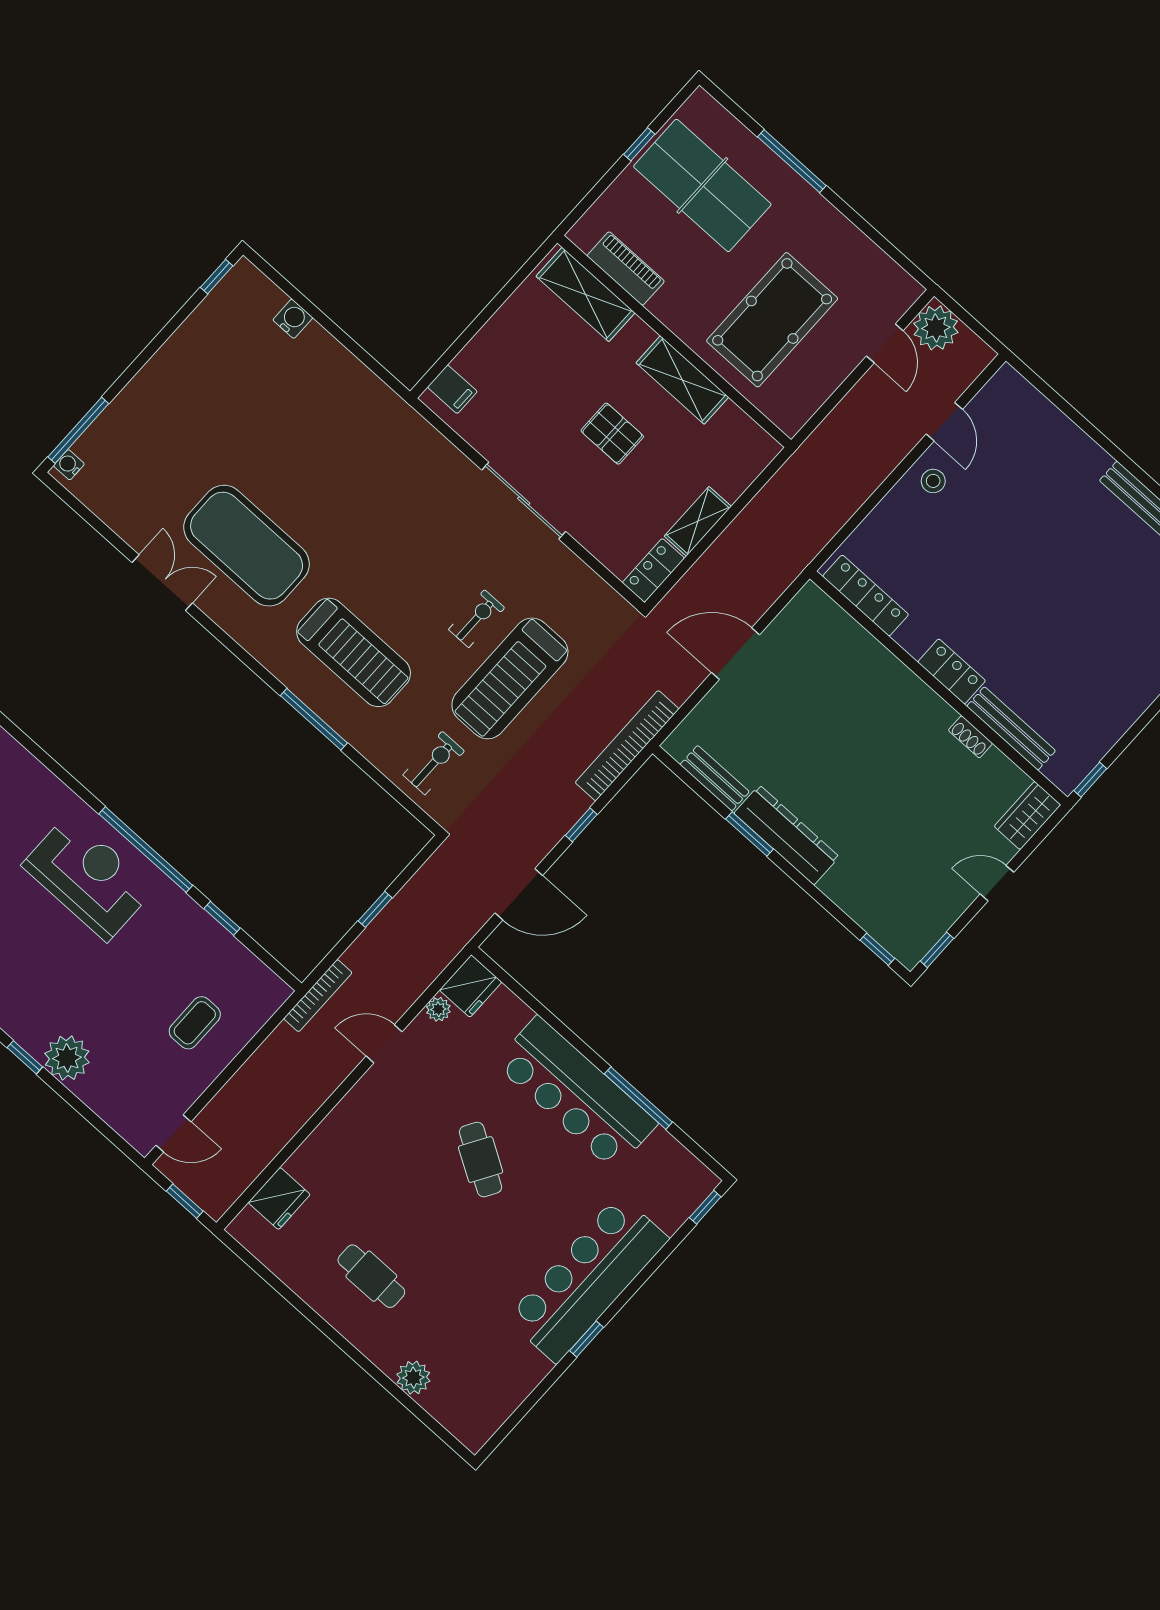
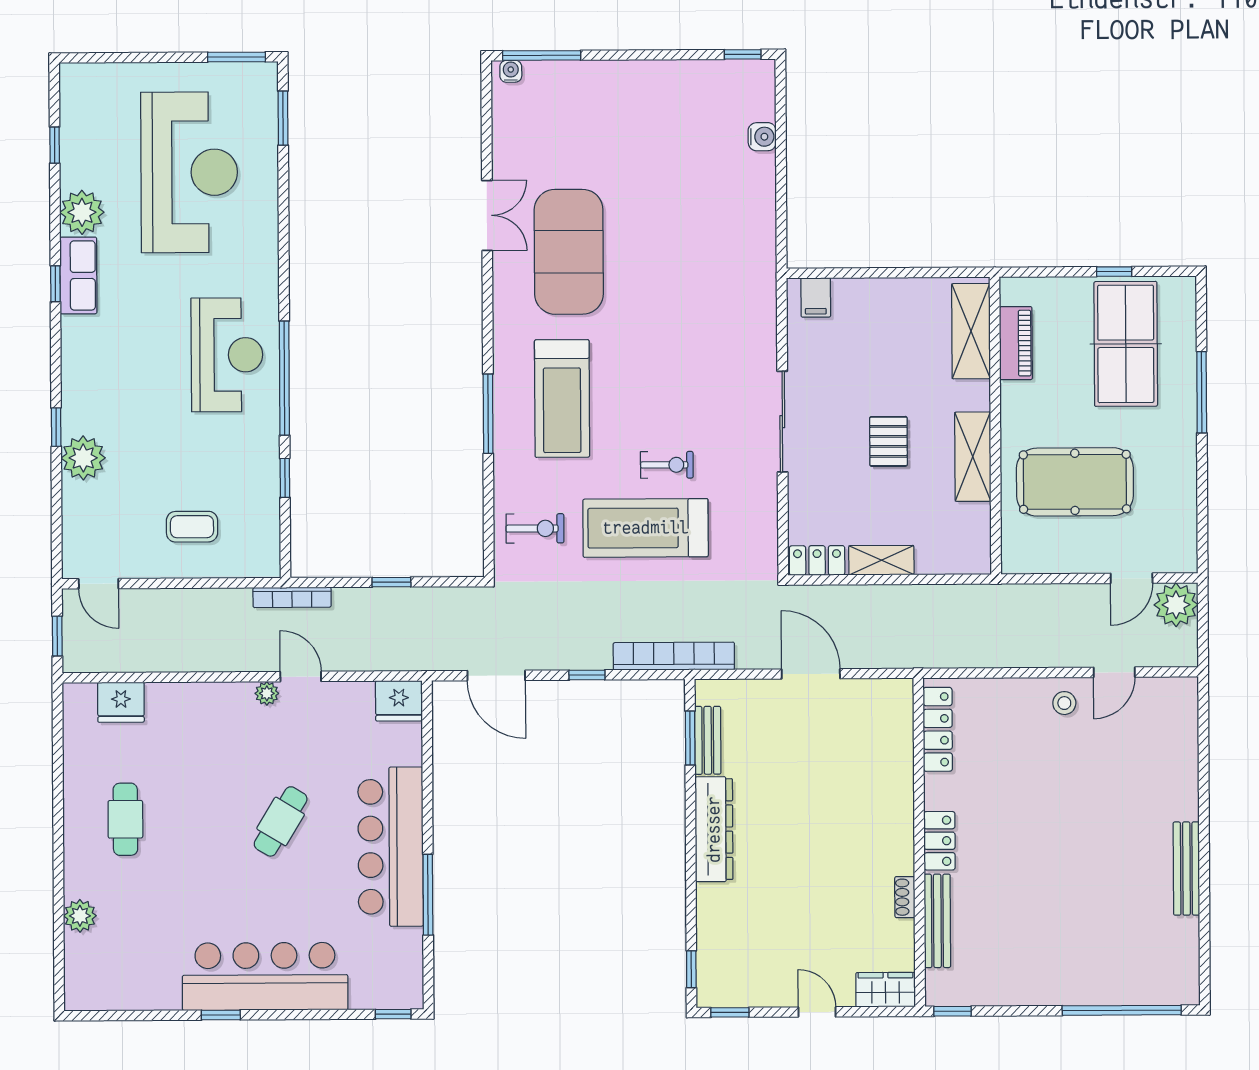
window: (750, 834) -> (690, 738), moved
plant: (438, 1009) -> (267, 693), moved

